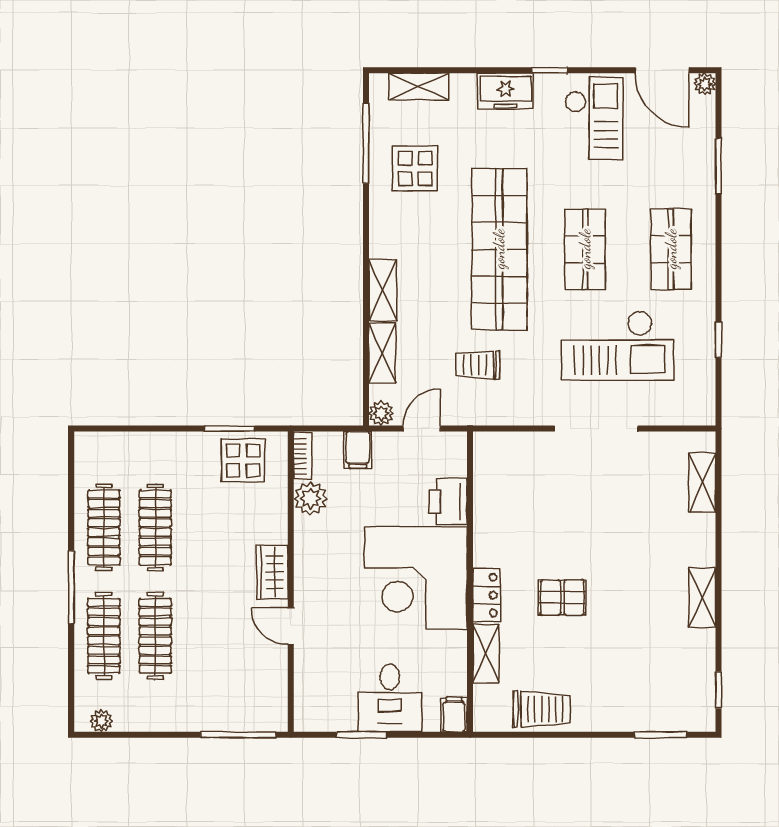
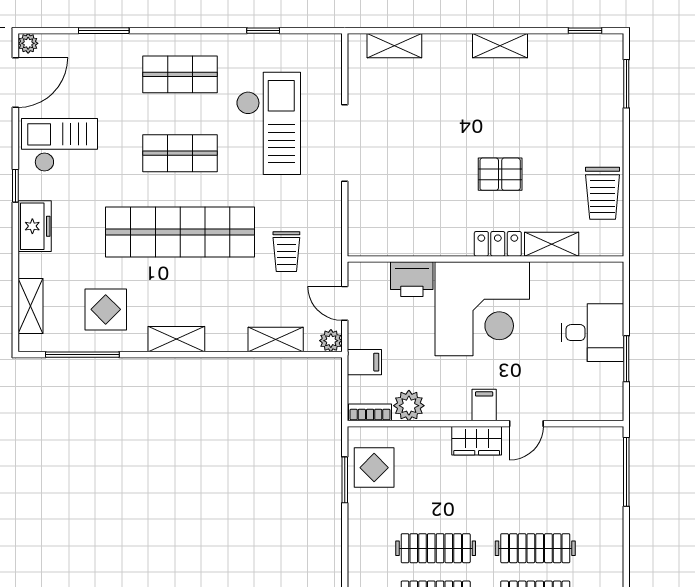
shelving: (383, 290) -> (176, 339), moved
pallet: (562, 598) -> (500, 174), turned 90
trolley: (541, 709) -> (603, 193), turned 180
filing cabinet: (454, 715) -> (484, 405), moved, turned 90

